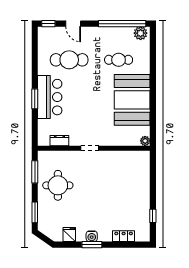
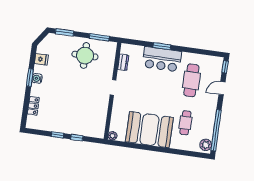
window: (153, 181) -> (77, 138), added
window: (153, 216) -> (57, 135), moved

